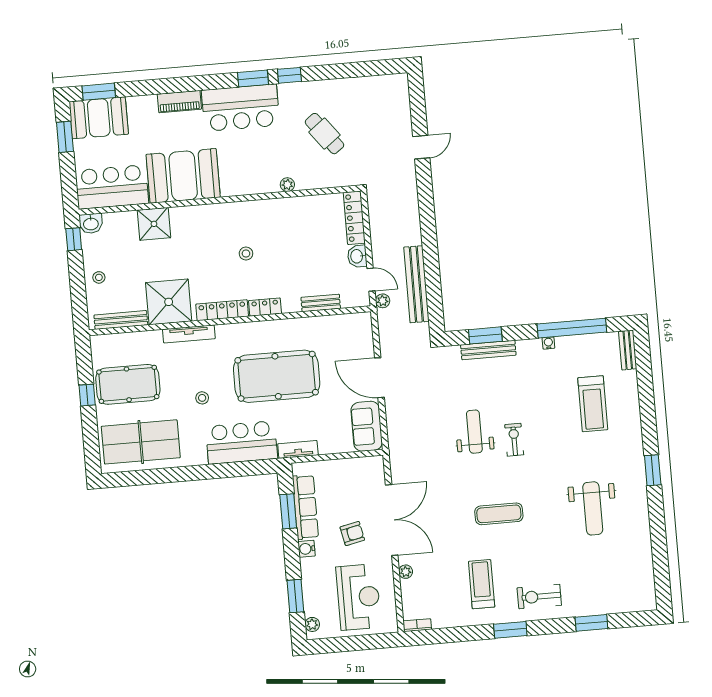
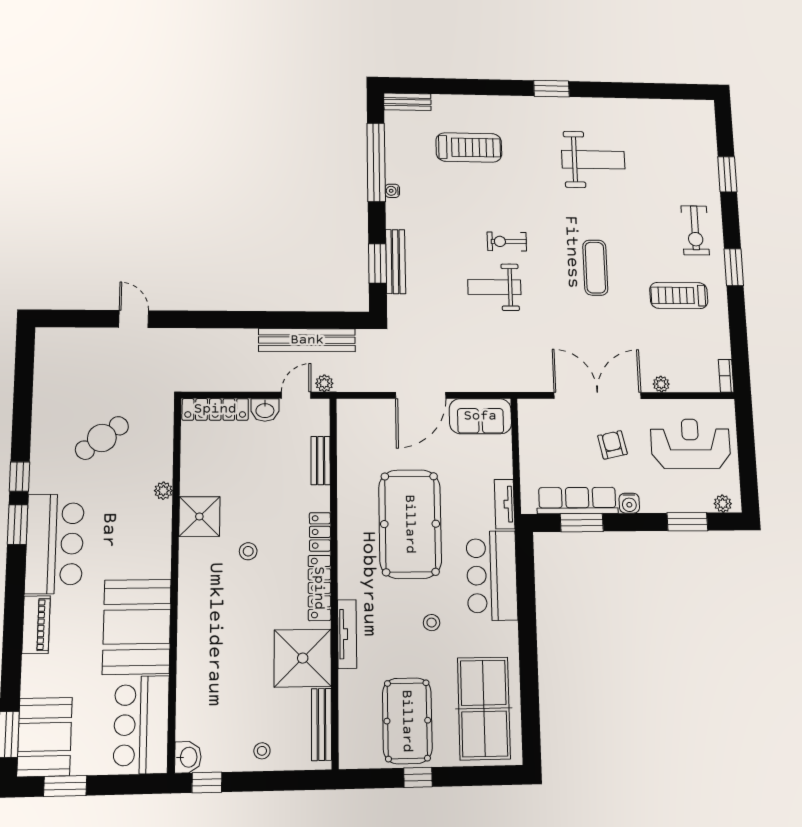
shower: (154, 224) -> (199, 516), moved

